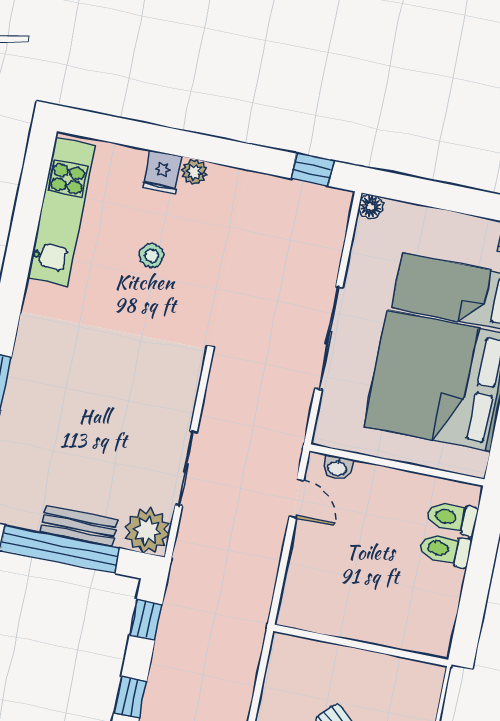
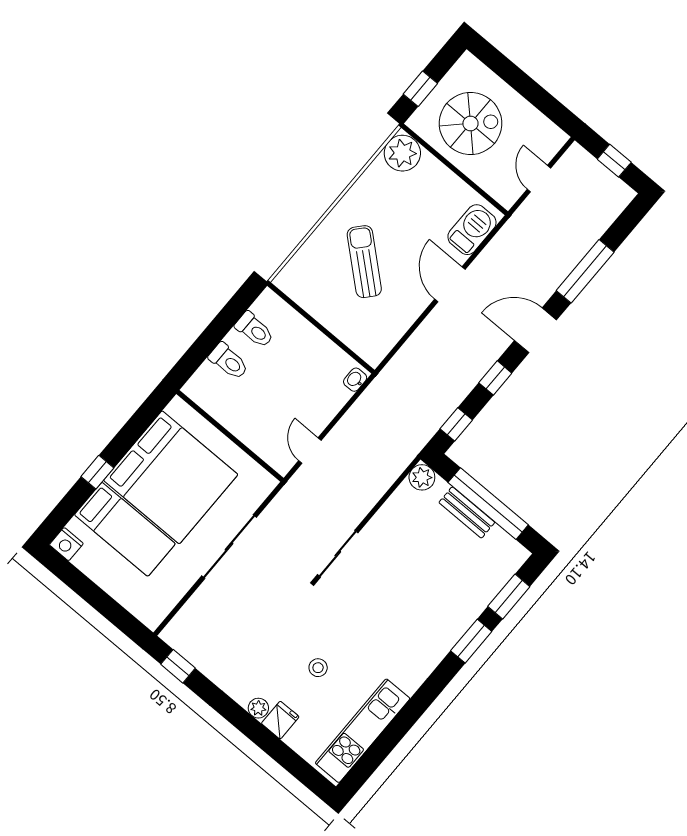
floor lamp: (371, 206) -> (152, 620), removed
sliding door: (186, 468) -> (338, 554), moved
washbasin: (337, 468) -> (355, 380), moved, turned -90
toilet: (452, 518) -> (254, 330), moved
plant: (147, 531) -> (422, 477), width x0.73, depth x0.73

